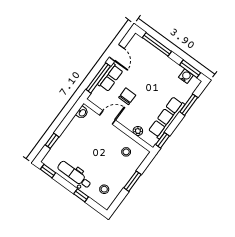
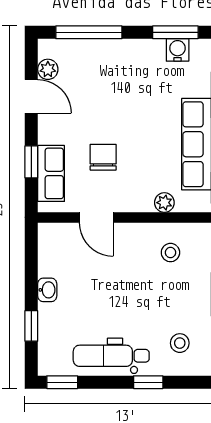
plant: (131, 47) -> (48, 69), added
window: (98, 78) -> (31, 162), width x0.46
row of seats: (110, 78) -> (51, 173), moved
washbasin: (82, 113) -> (47, 290), moved
door: (108, 118) -> (96, 217), swing flipped

